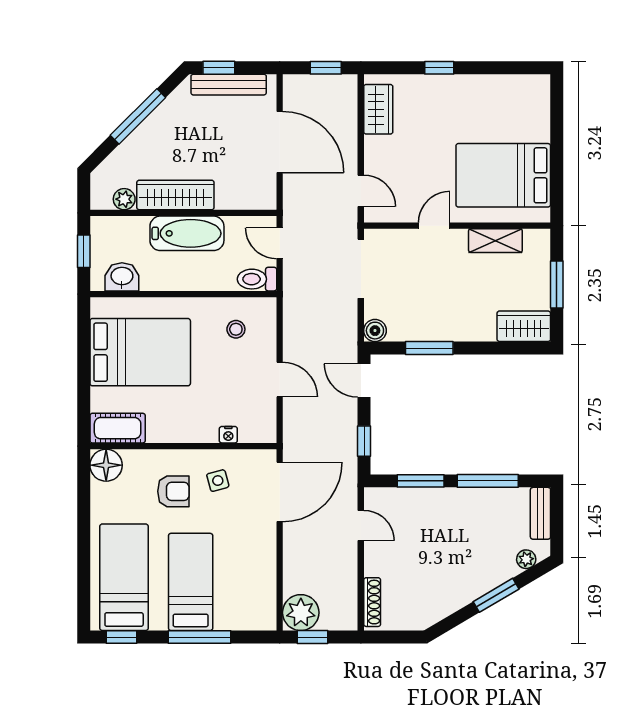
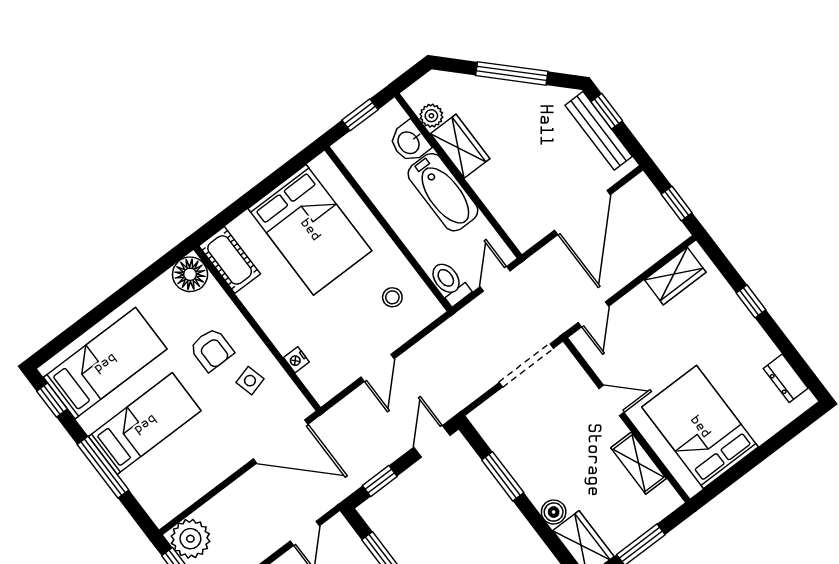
dresser: (515, 85) -> (786, 378), added
wardrobe: (175, 195) -> (460, 146), width x0.67
washbasin: (122, 277) -> (409, 142), moved, turned 180
boiler: (375, 331) -> (554, 512), moved

